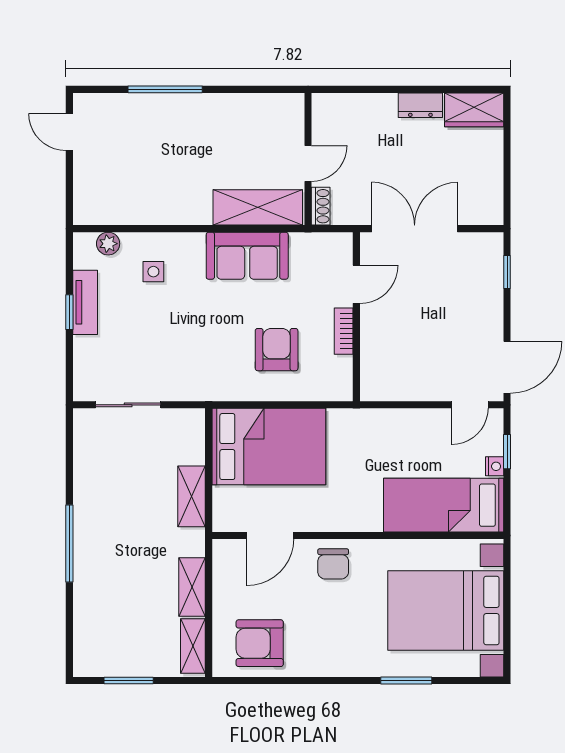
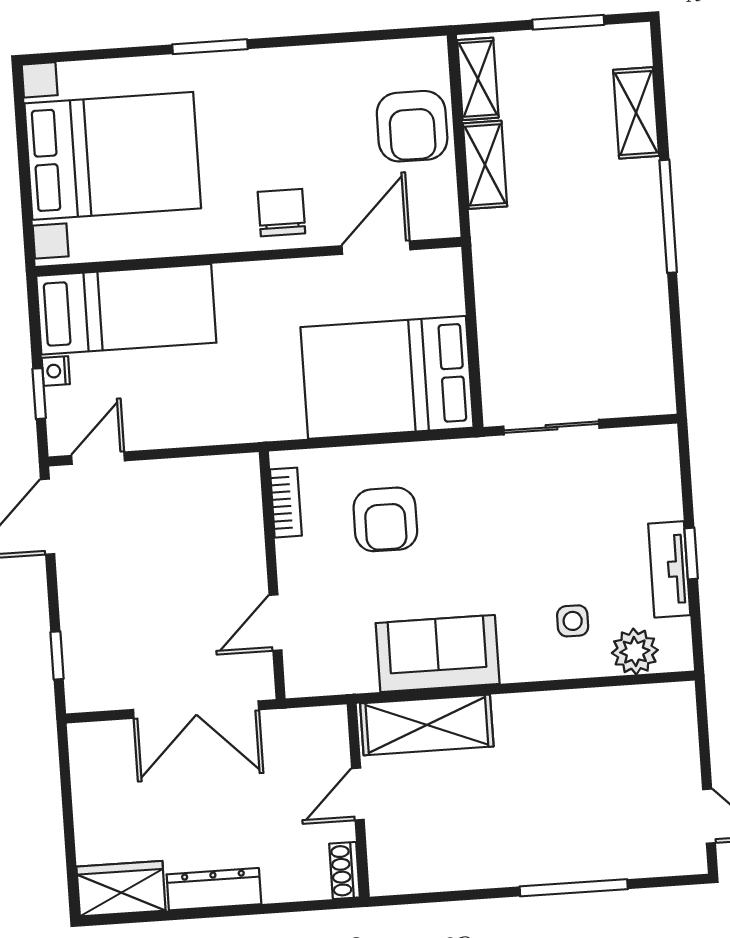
dresser: (420, 105) -> (214, 889), width x1.44
shoe rack: (321, 206) -> (345, 871), moved
plant: (108, 244) -> (635, 651), width x1.38, depth x1.38
bookcase: (344, 331) -> (286, 503), moved
sliding door: (128, 405) -> (551, 427), moved
shelving: (192, 496) -> (636, 113), moved
armchair: (260, 643) -> (412, 126), moved, turned 90
window: (406, 680) -> (210, 47), moved

